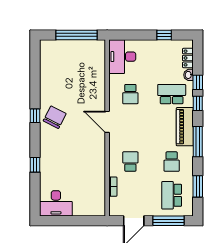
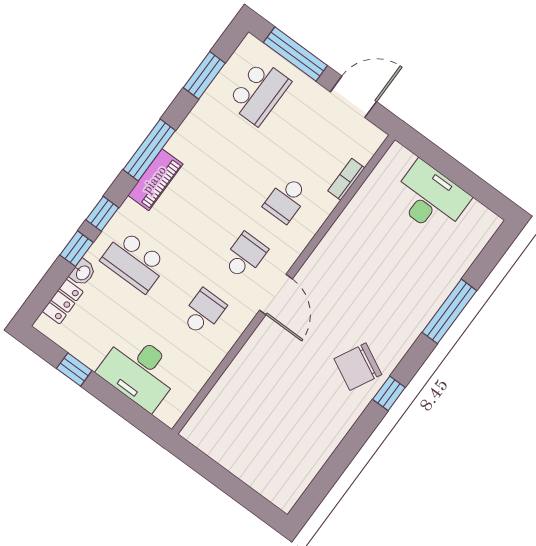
window: (77, 35) -> (220, 477), removed
desk: (122, 57) -> (139, 371), moved, turned 90
piano: (185, 127) -> (155, 180), width x0.73, depth x0.75
school desk: (172, 162) -> (245, 256), moved
window: (35, 165) -> (449, 311), width x2.17
desk: (56, 203) -> (430, 198), moved

